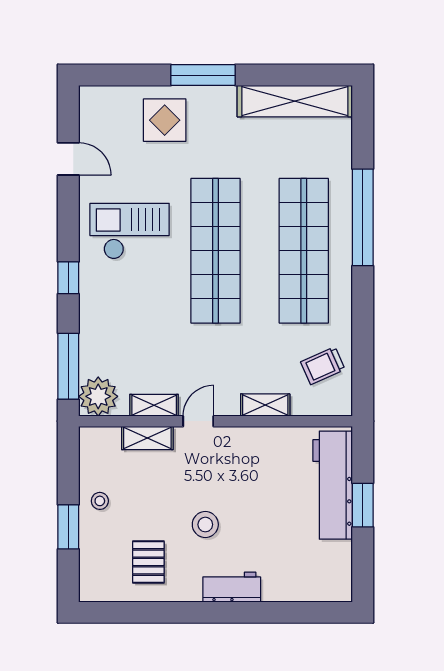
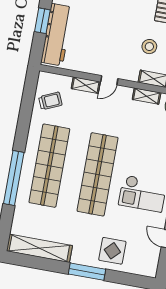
door: (198, 421) -> (109, 80), moved
stool: (205, 525) -> (149, 47), moved

